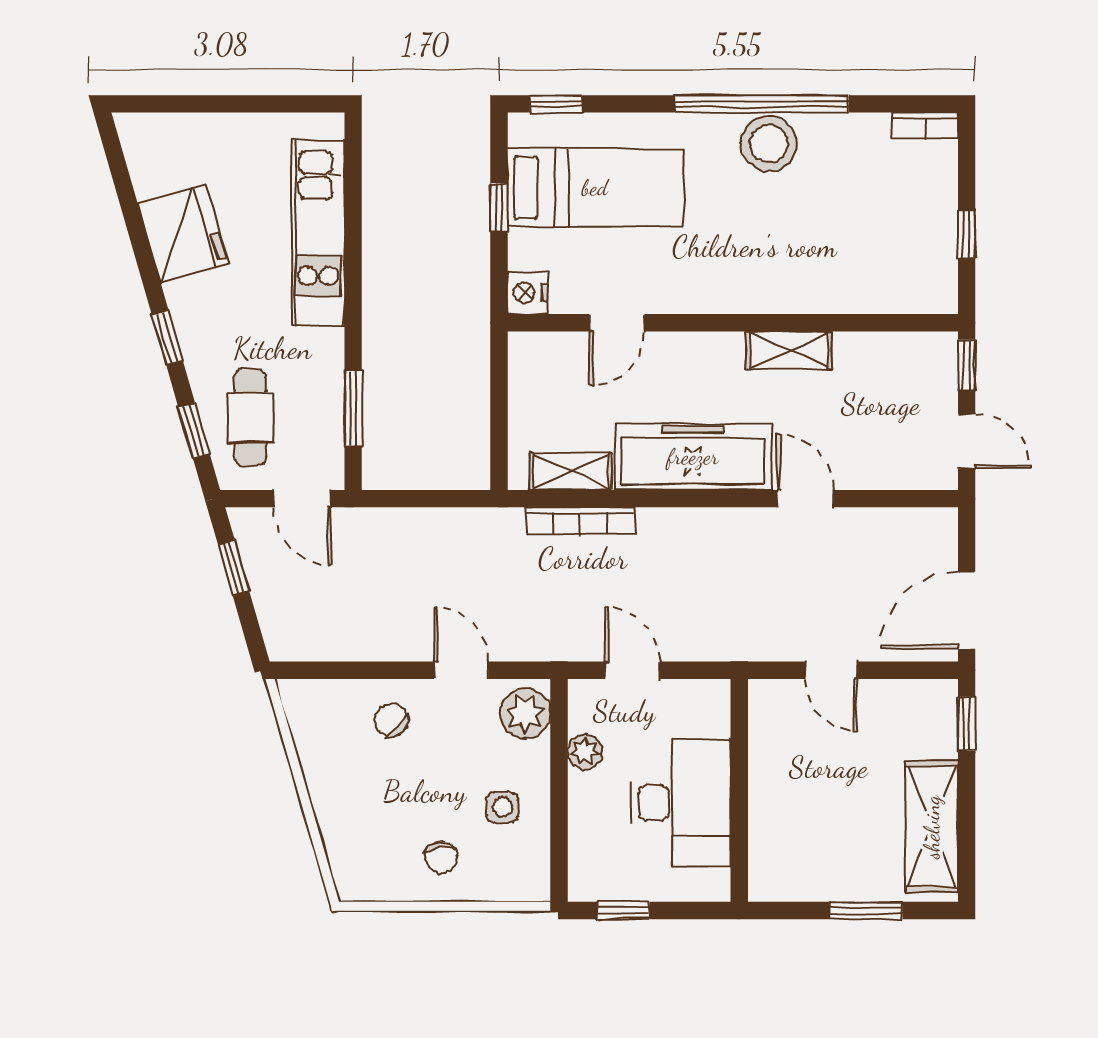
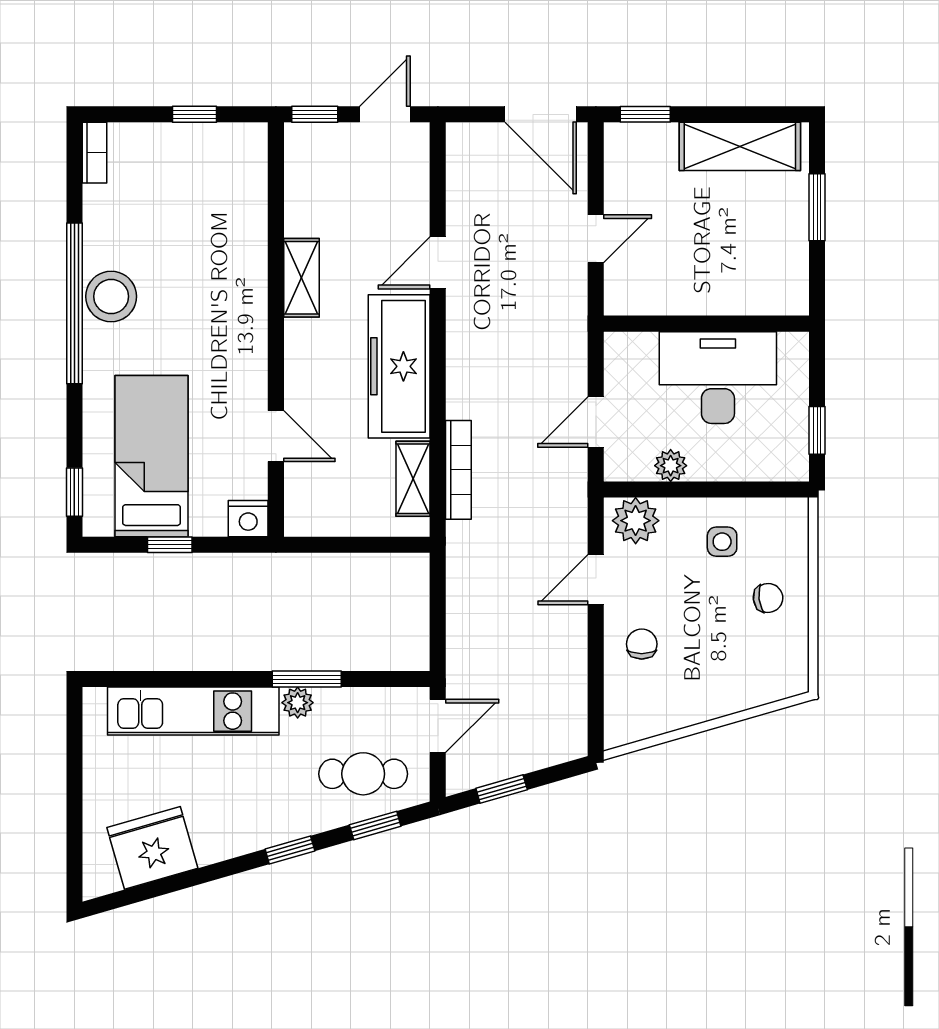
fridge: (183, 234) -> (152, 848), moved
plant: (328, 346) -> (298, 703), added
window: (353, 408) -> (307, 679), moved
chair: (391, 720) -> (642, 644), turned 139

